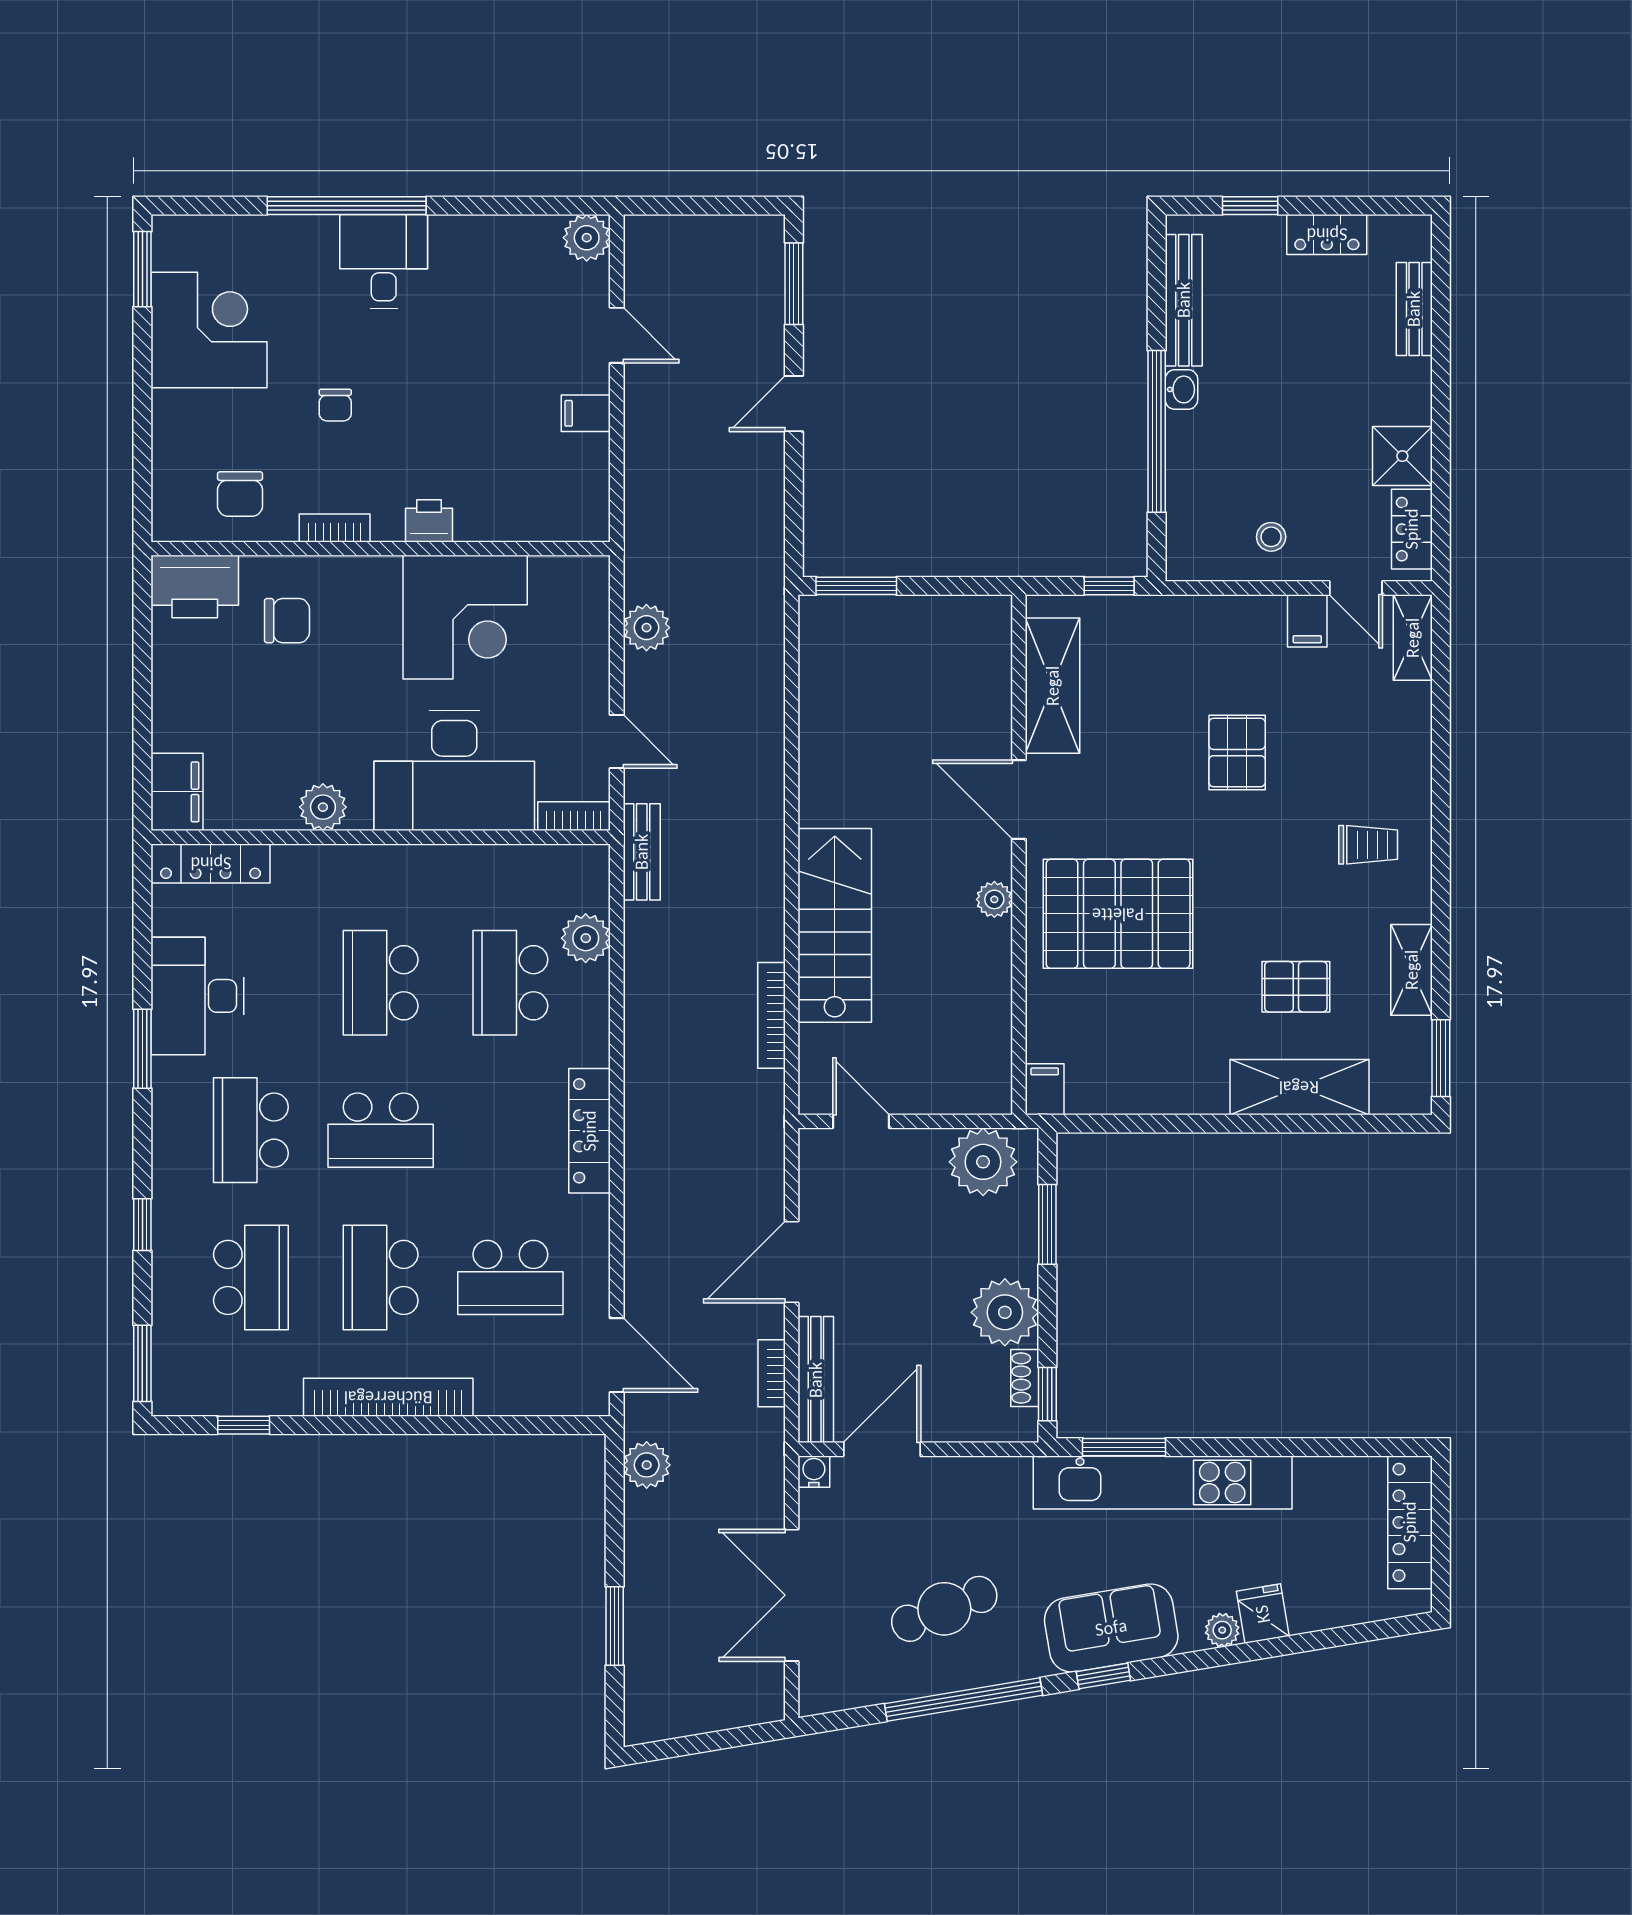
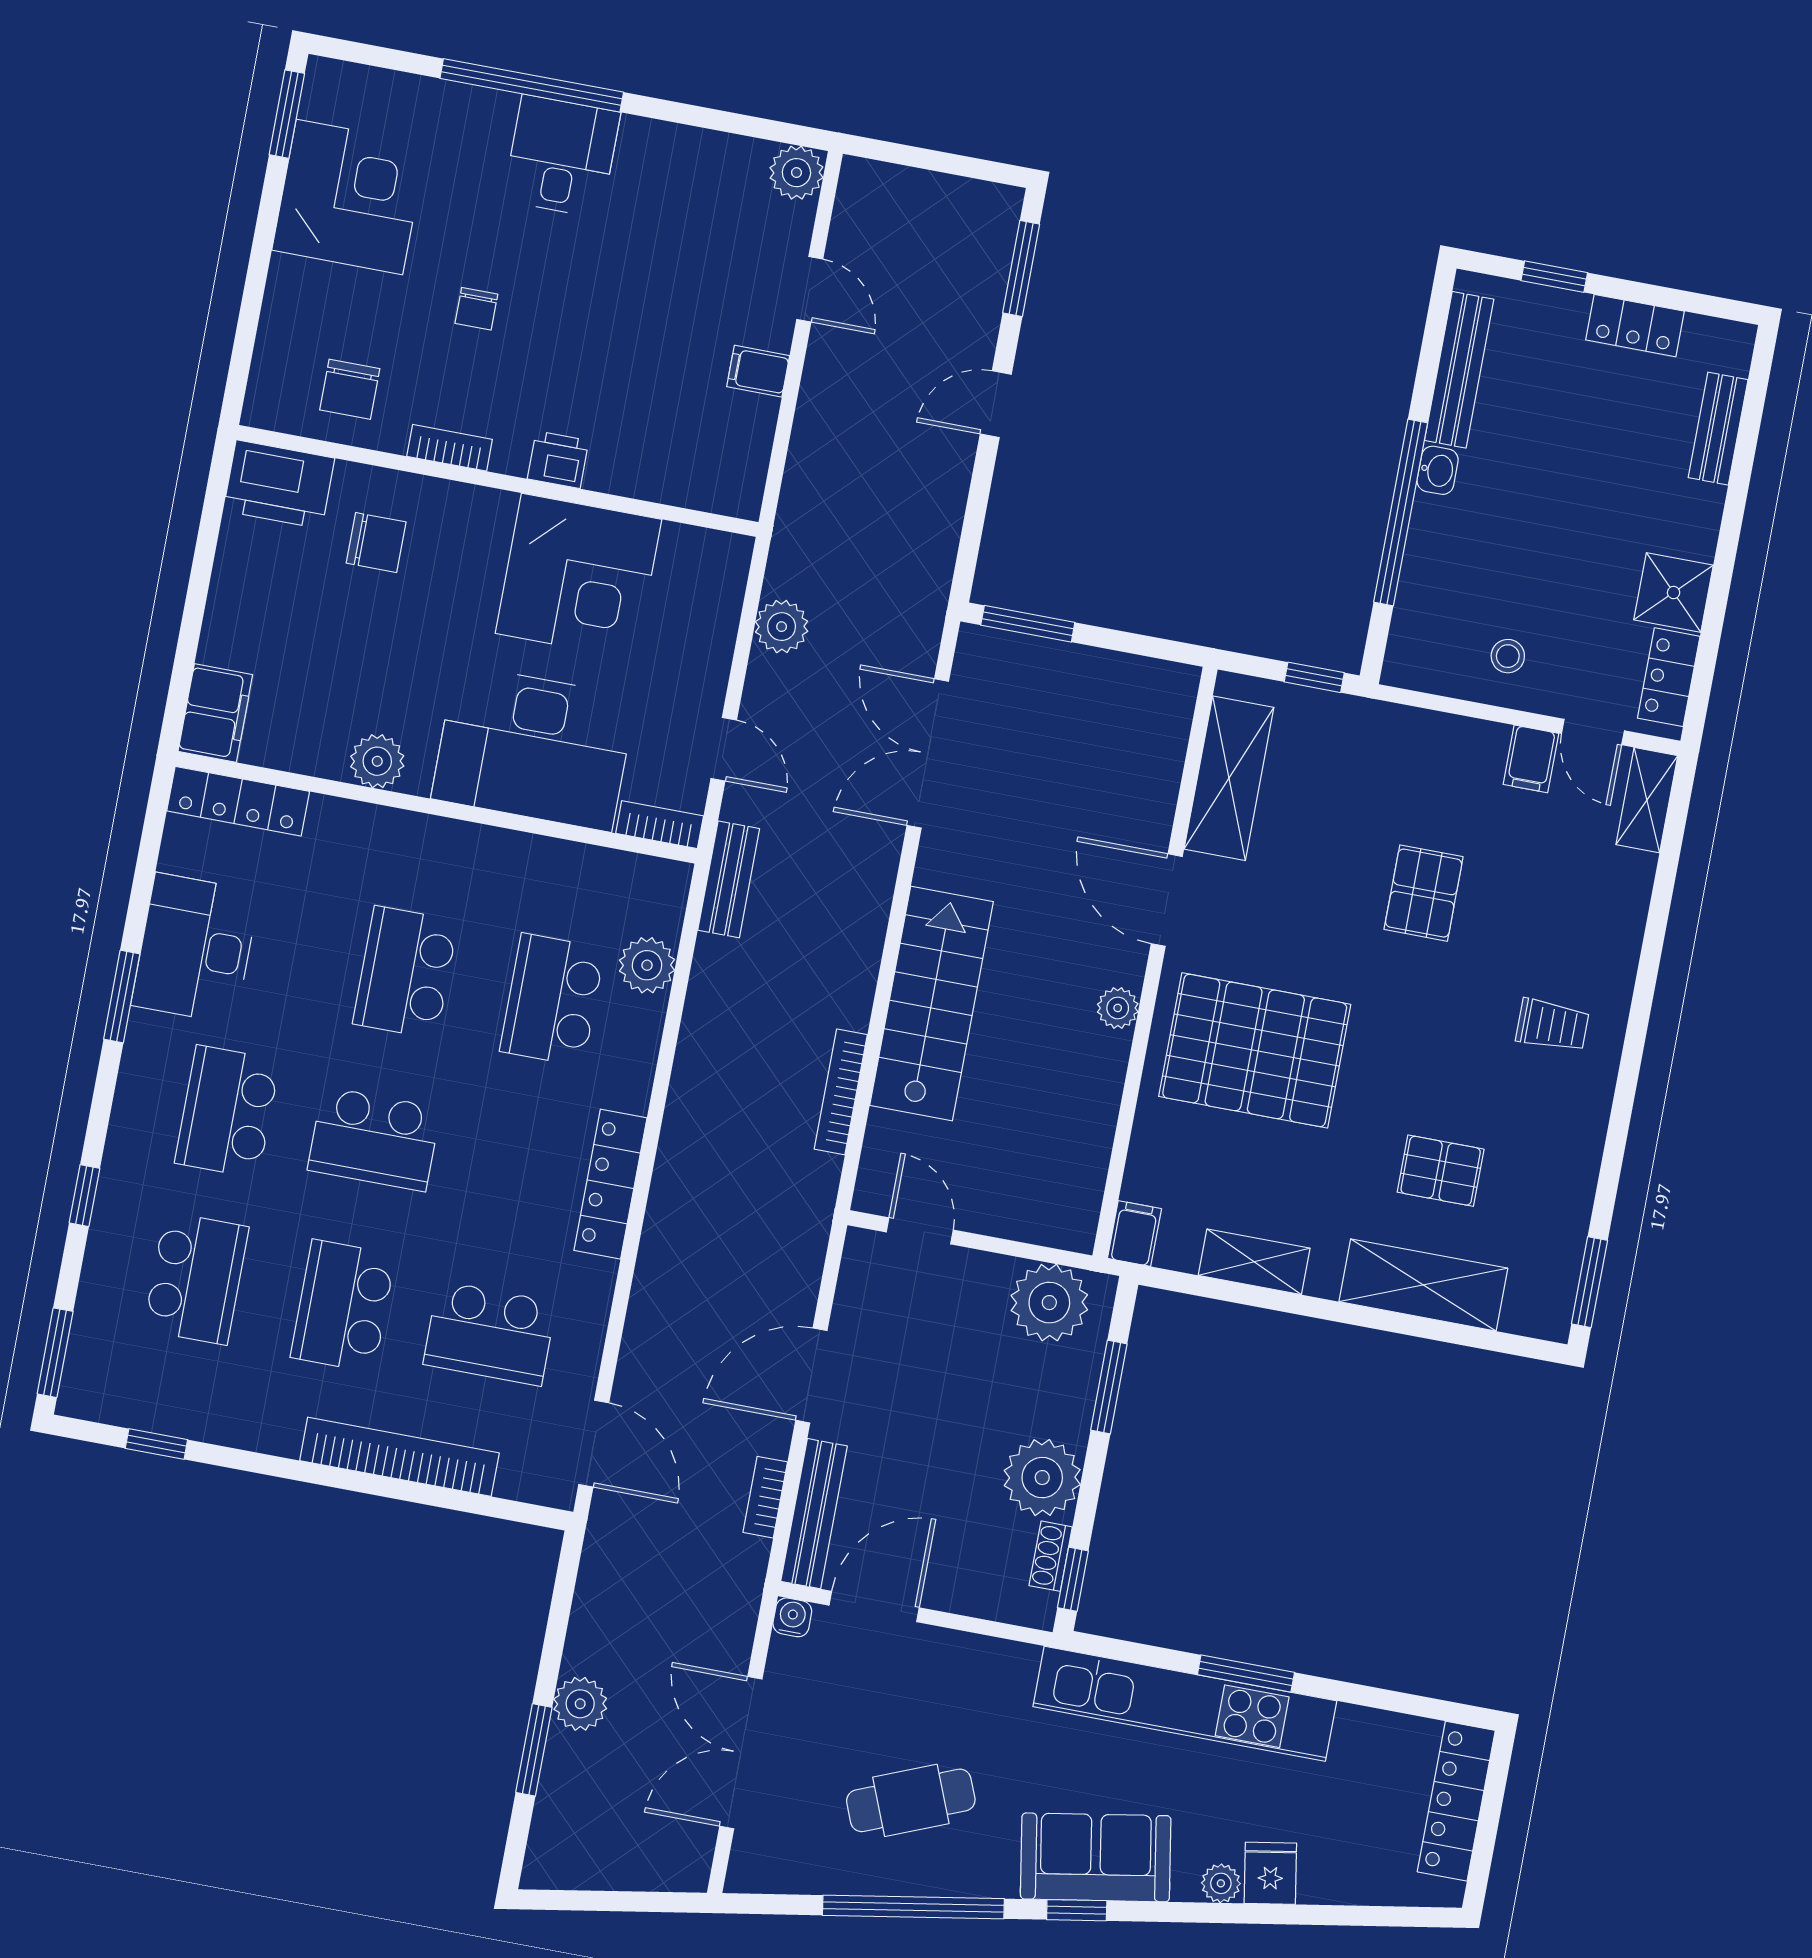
double door: (792, 712) -> (928, 753), added
shelving: (1412, 970) -> (1254, 1262), moved, turned 90
bookcase: (388, 1397) -> (399, 1457), moved
window: (1124, 1447) -> (1246, 1674), moved
plant: (647, 1465) -> (580, 1704), moved

